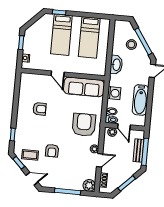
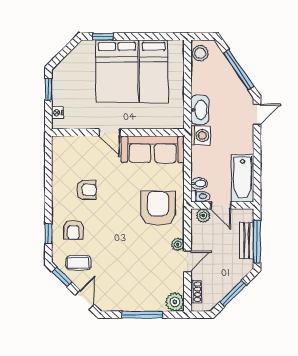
bed: (61, 35) -> (117, 71), width x1.50
stool: (131, 45) -> (200, 53), moved
washing machine: (114, 93) -> (200, 135), moved
bathtub: (140, 100) -> (243, 178), moved
armchair: (52, 151) -> (73, 230), moved
door: (32, 179) -> (85, 300), hinge flipped

